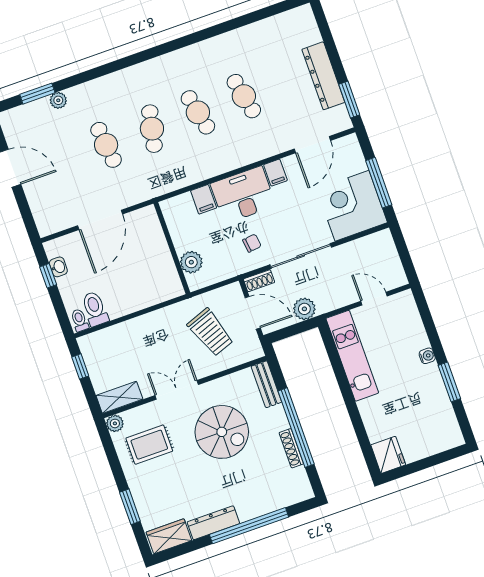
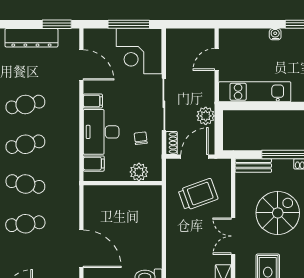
wall: (172, 248) -> (123, 183), moved
plant: (191, 262) -> (139, 172), moved

